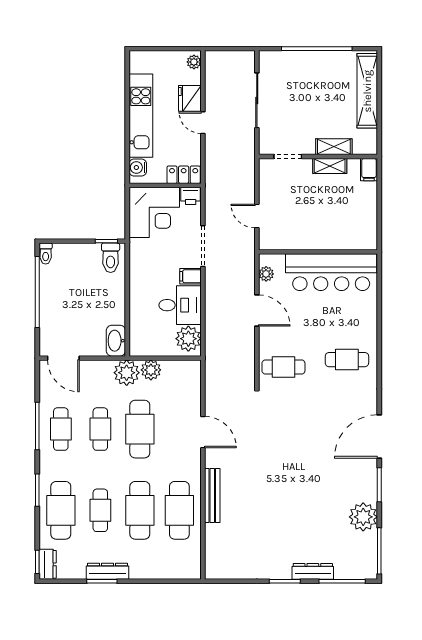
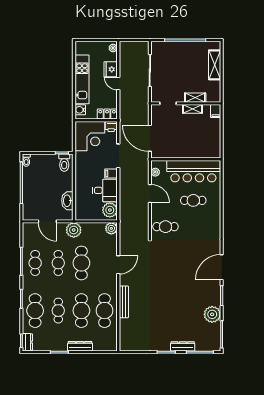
shelving: (367, 91) -> (215, 65), width x0.68
door: (257, 216) -> (150, 138), width x1.88
washbasin: (116, 341) -> (67, 201), moved
door: (63, 358) -> (47, 221), moved
cafe table: (347, 360) -> (193, 200), moved
plant: (151, 370) -> (111, 228), moved
door: (203, 432) -> (118, 265), hinge flipped
dresser: (108, 571) -> (80, 346), moved

